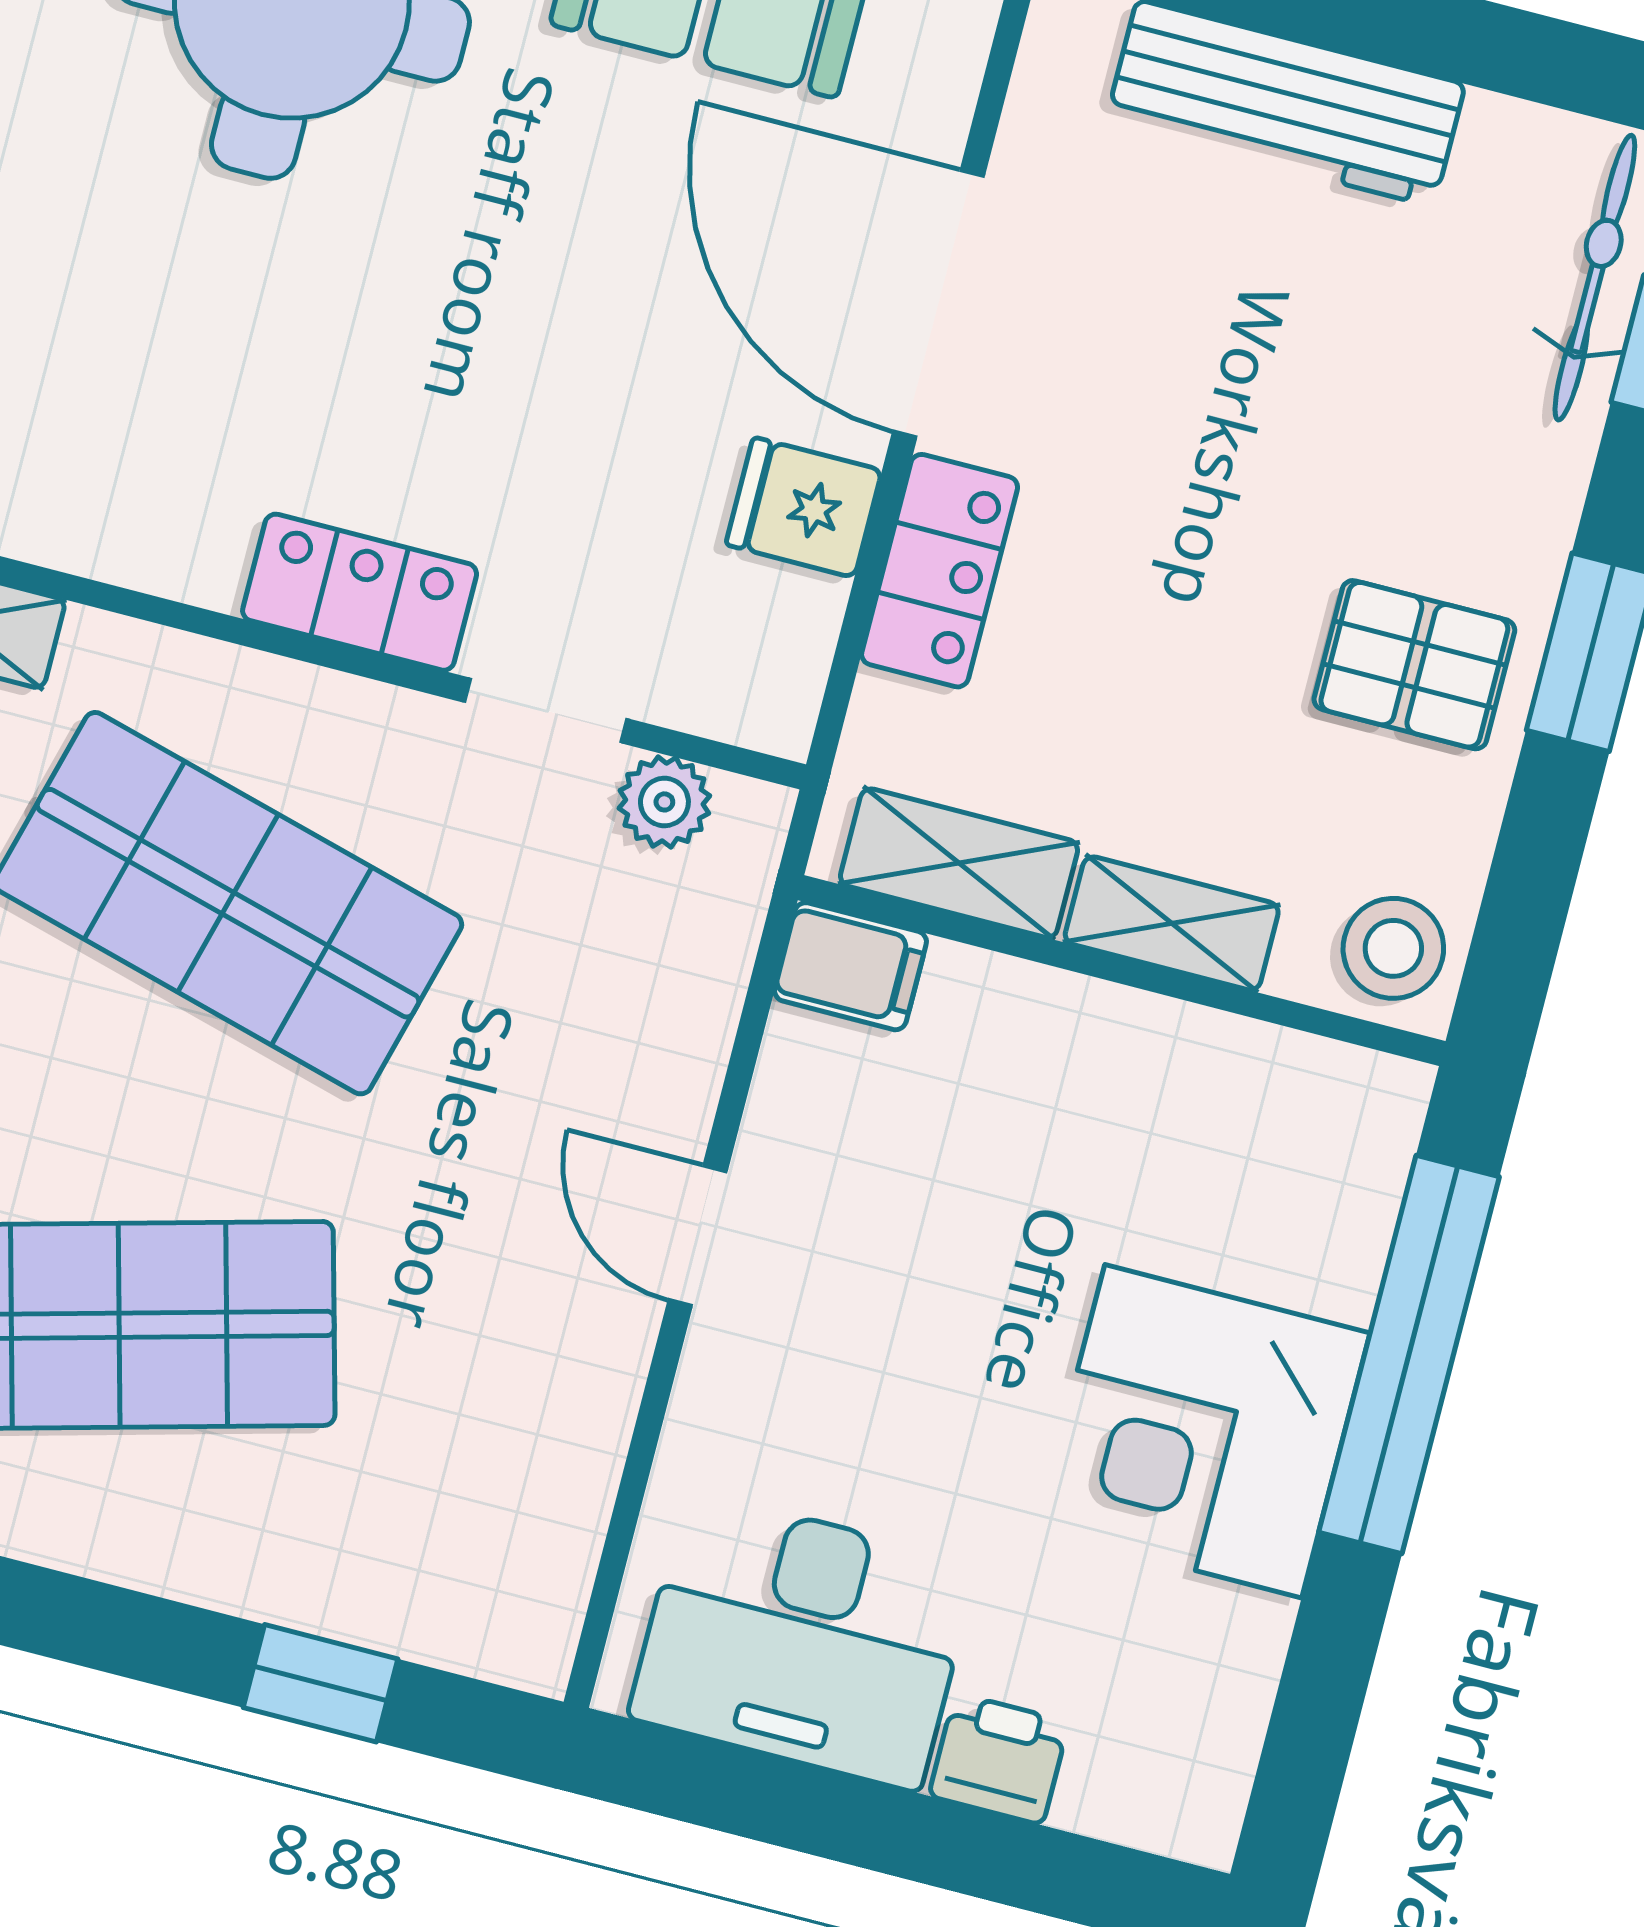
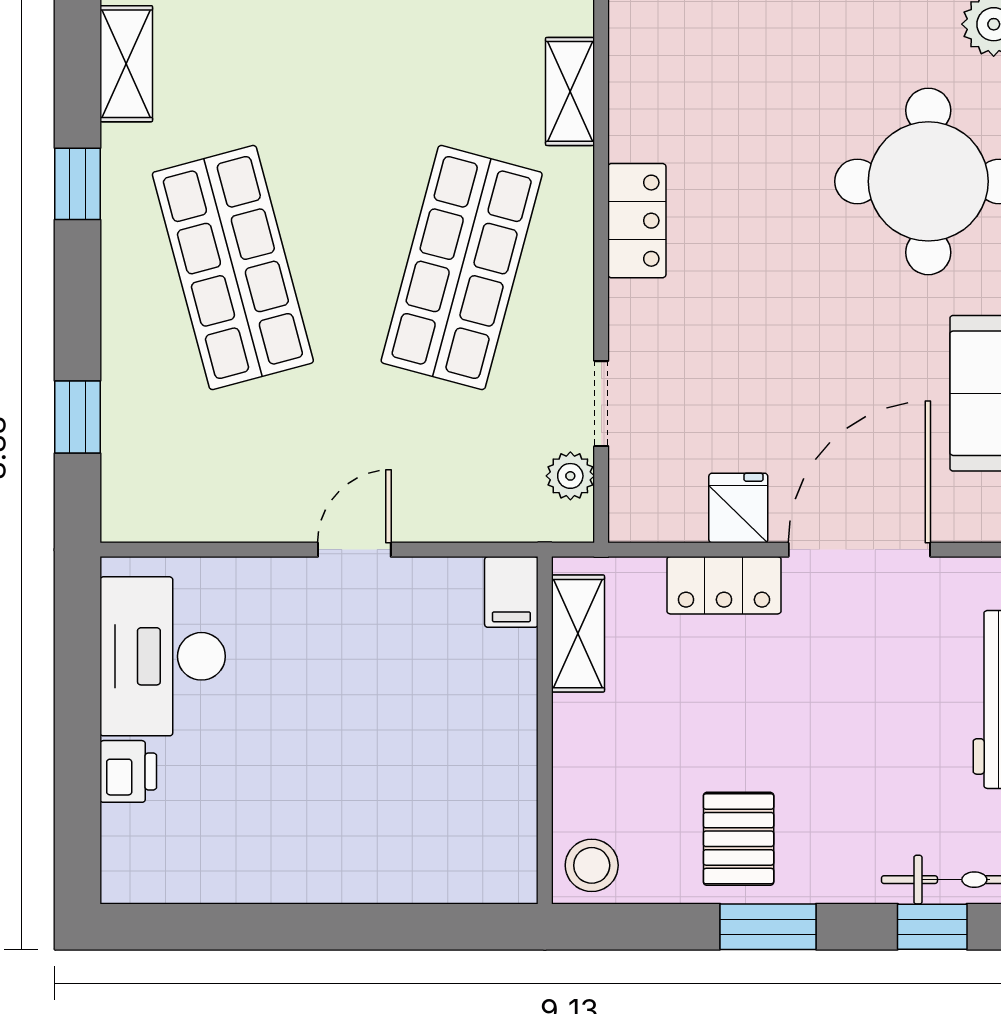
locker: (360, 592) -> (637, 221), moved
shelving: (1172, 923) -> (575, 750), removed
window: (1409, 1355) -> (387, 927), removed
corner desk: (1203, 1431) -> (321, 832), removed

